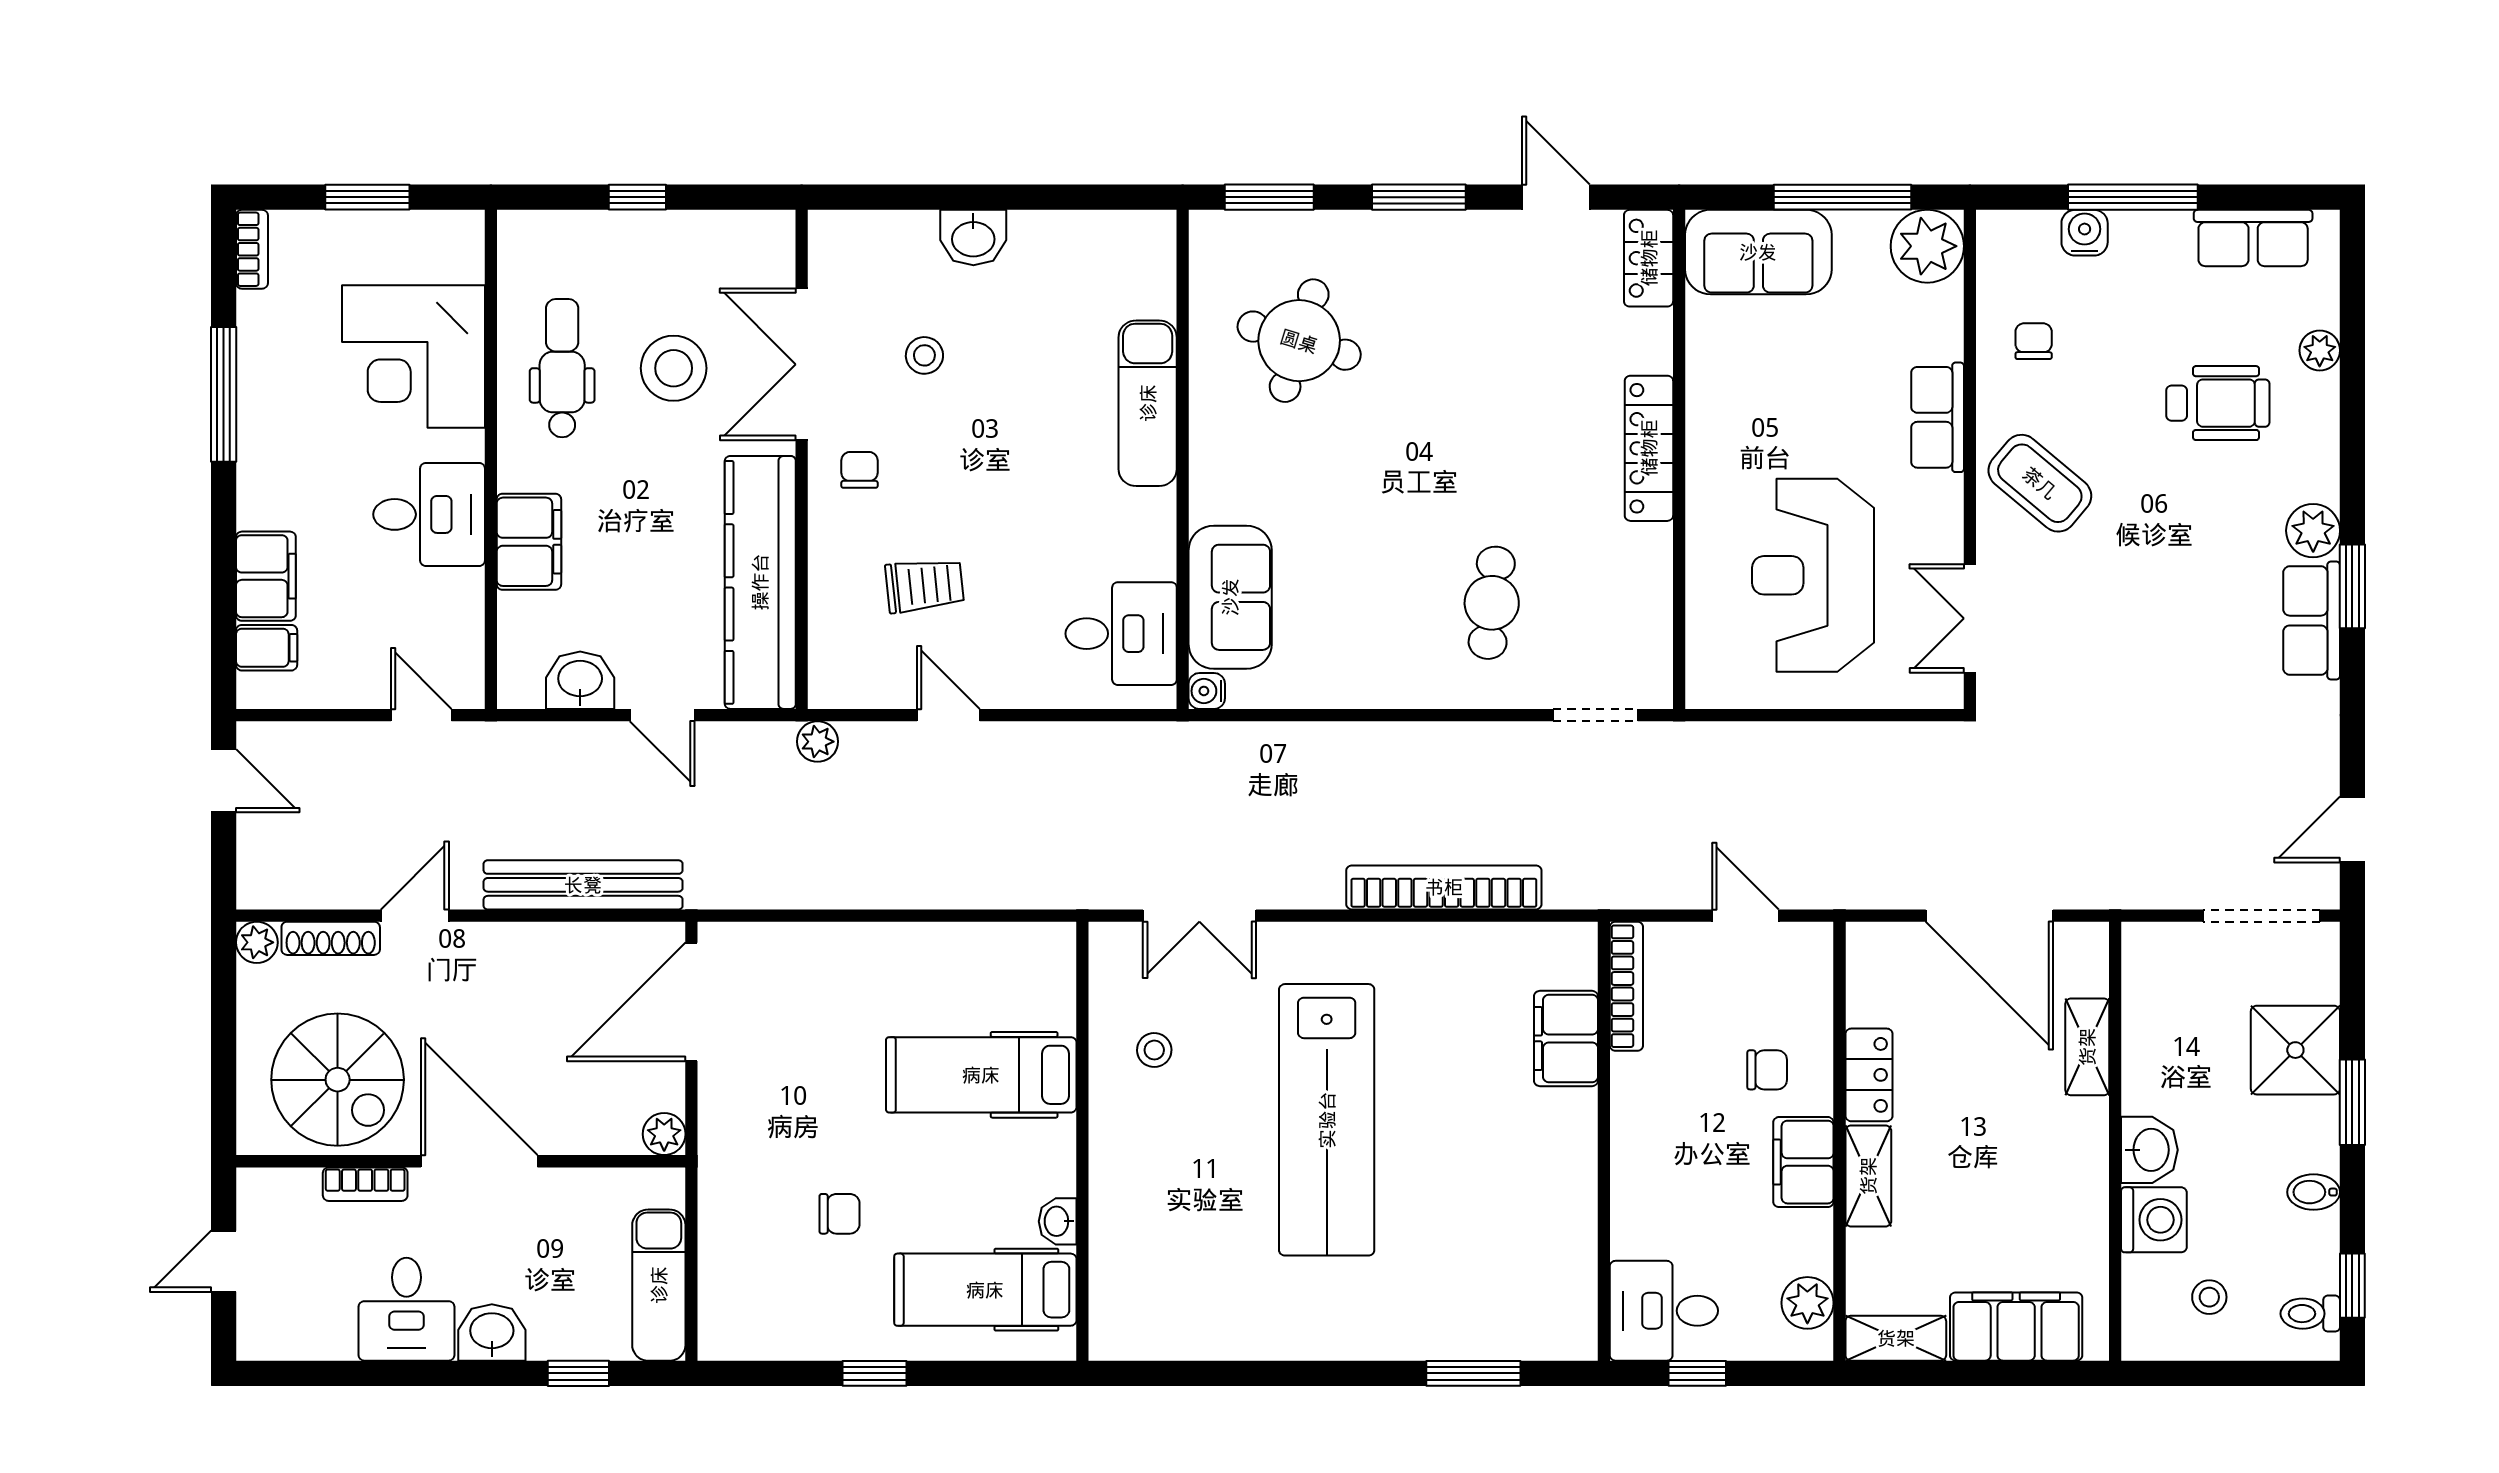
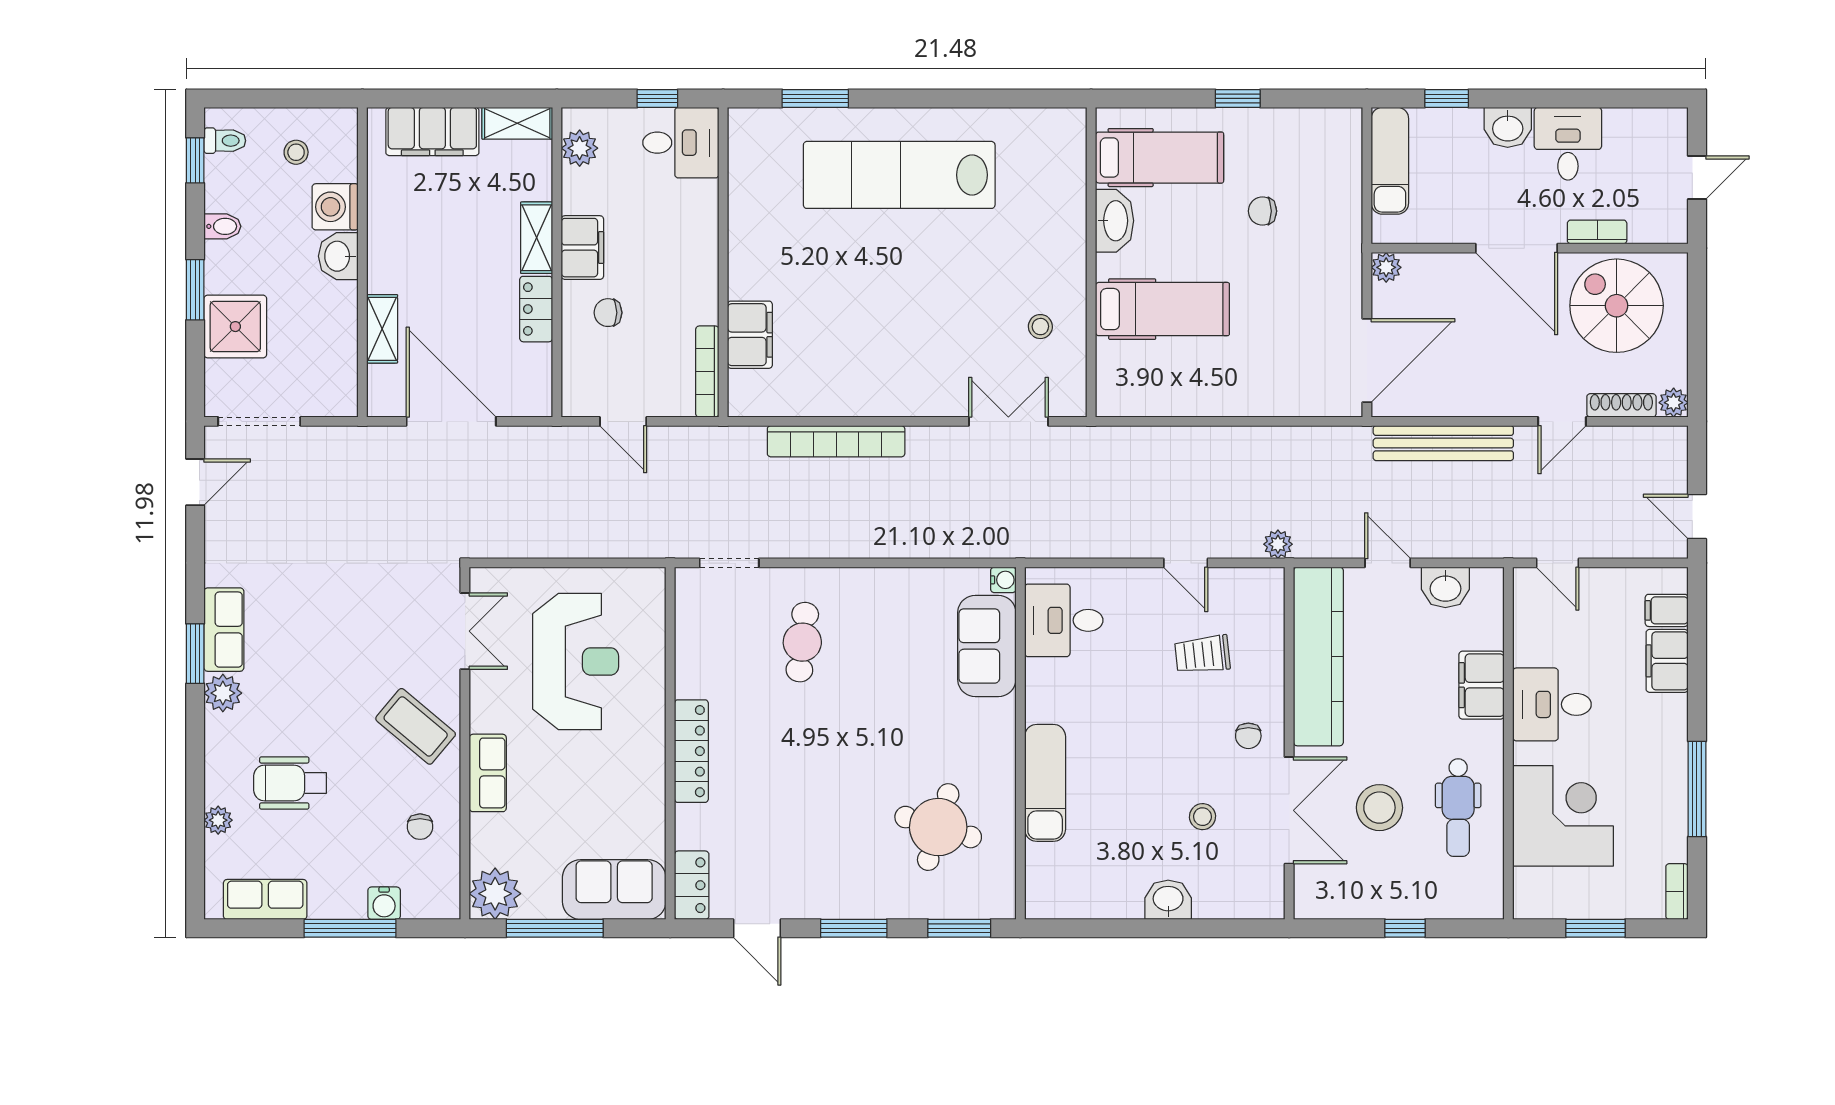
lab bench: (1327, 1120) -> (899, 175), moved, turned -90
washbasin: (1058, 1221) -> (1114, 221), width x1.91, depth x1.45

